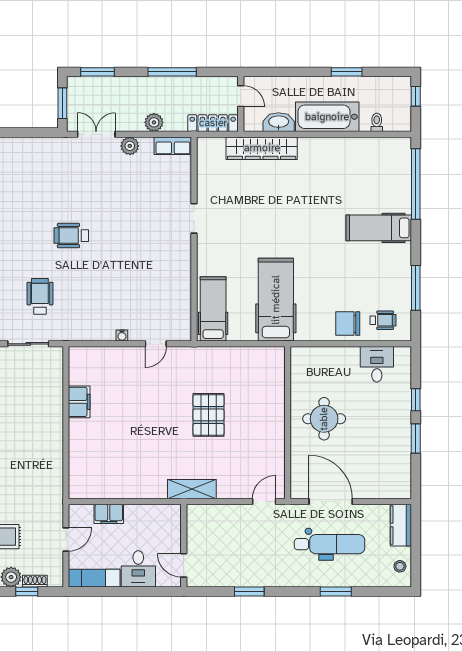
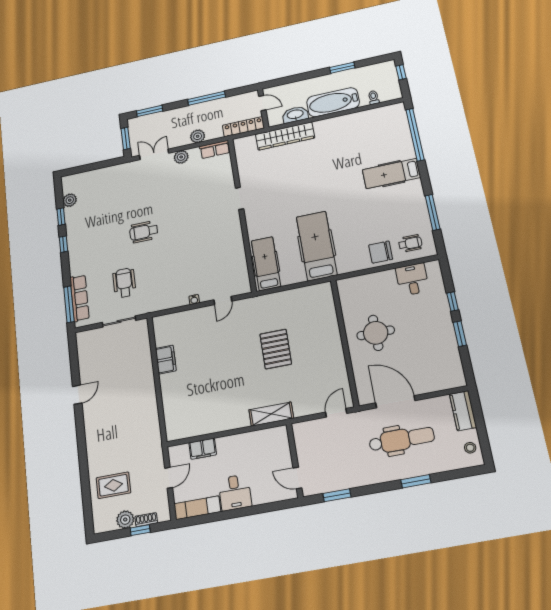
wall: (184, 546) -> (295, 460), moved
door: (184, 565) -> (297, 478), moved

